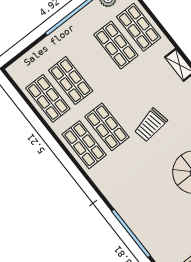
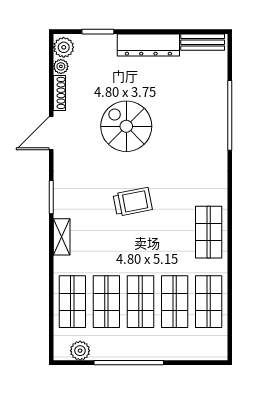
shop shelf: (107, 127) -> (140, 302), moved

